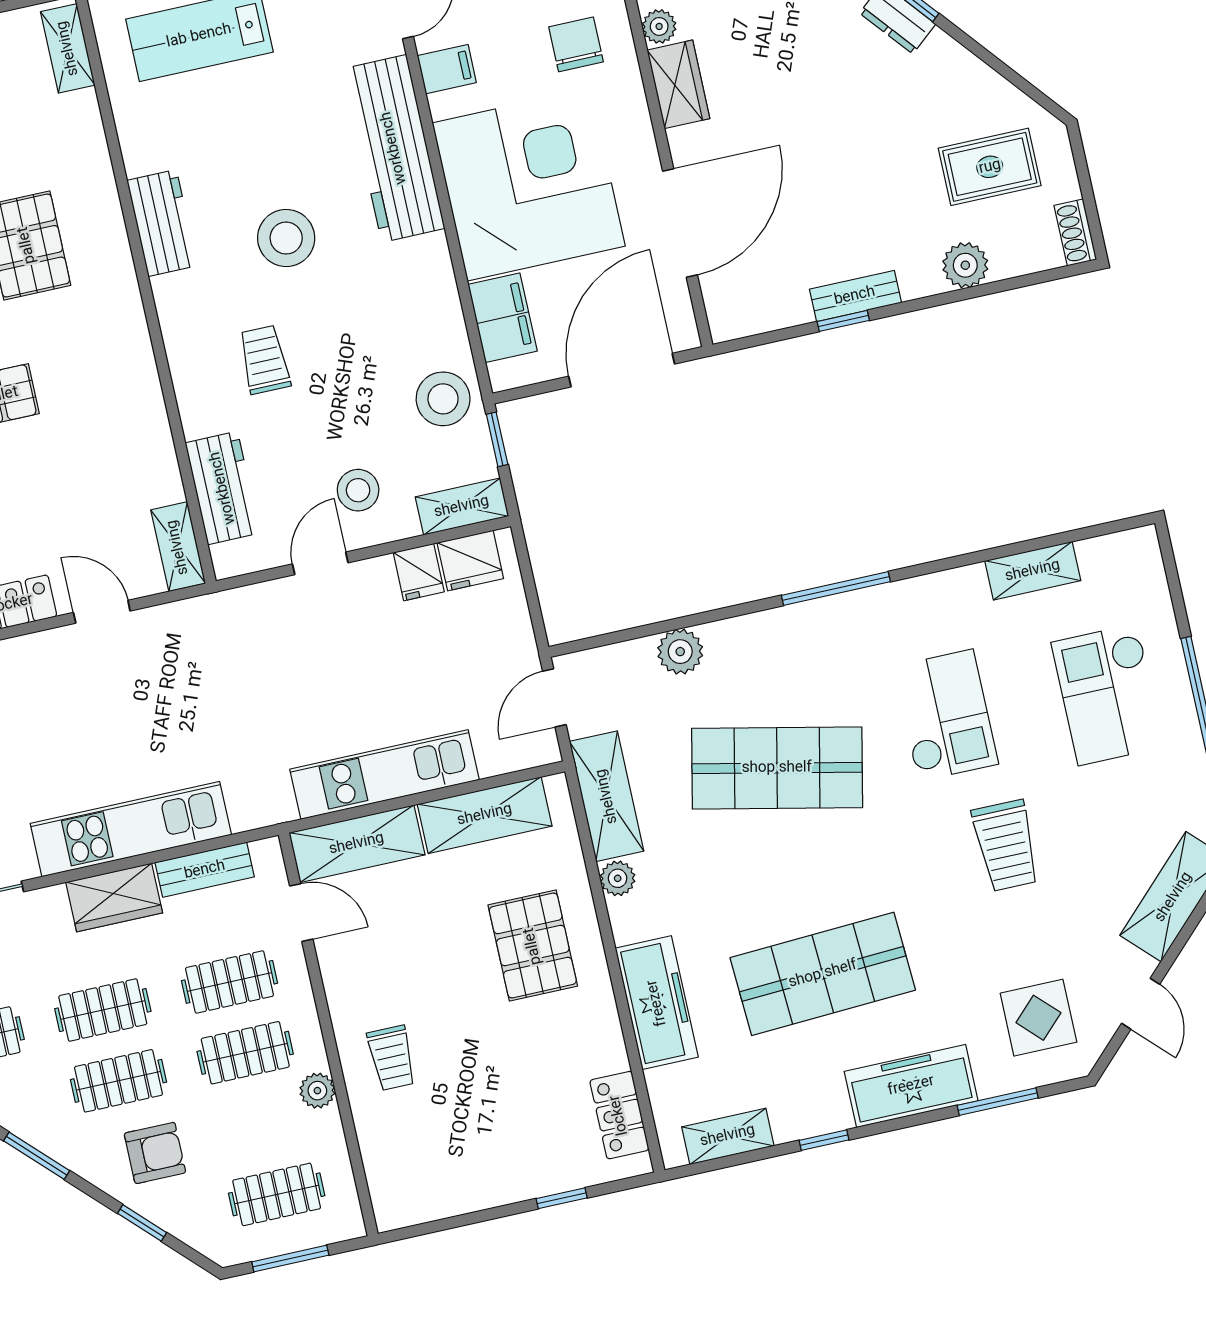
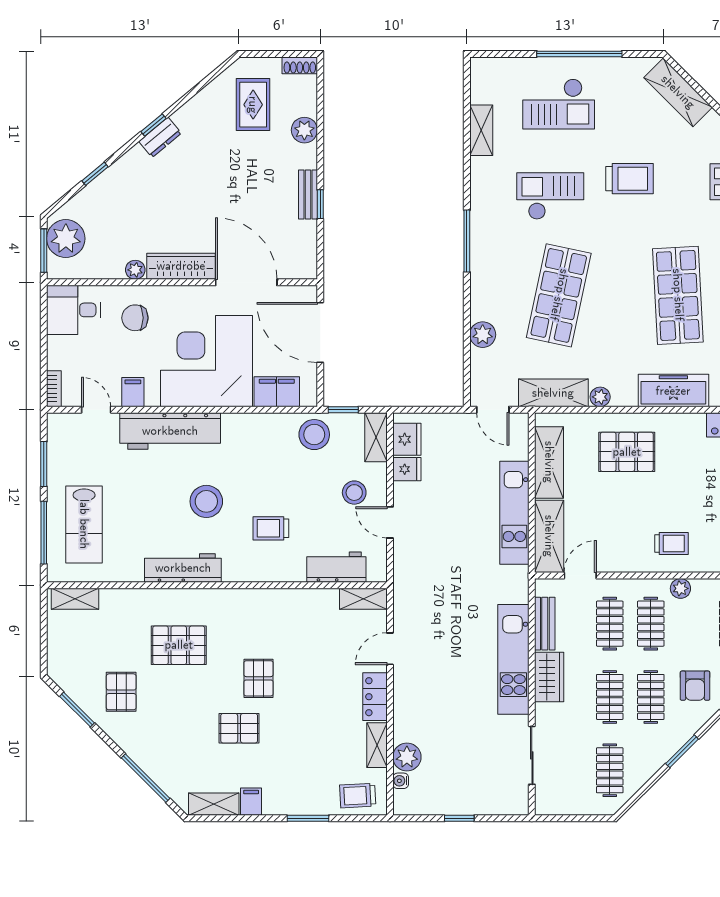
wardrobe: (678, 84) -> (181, 266), width x1.50
workbench: (162, 223) -> (183, 568), width x1.38
armchair: (155, 1153) -> (695, 686), turned 180

